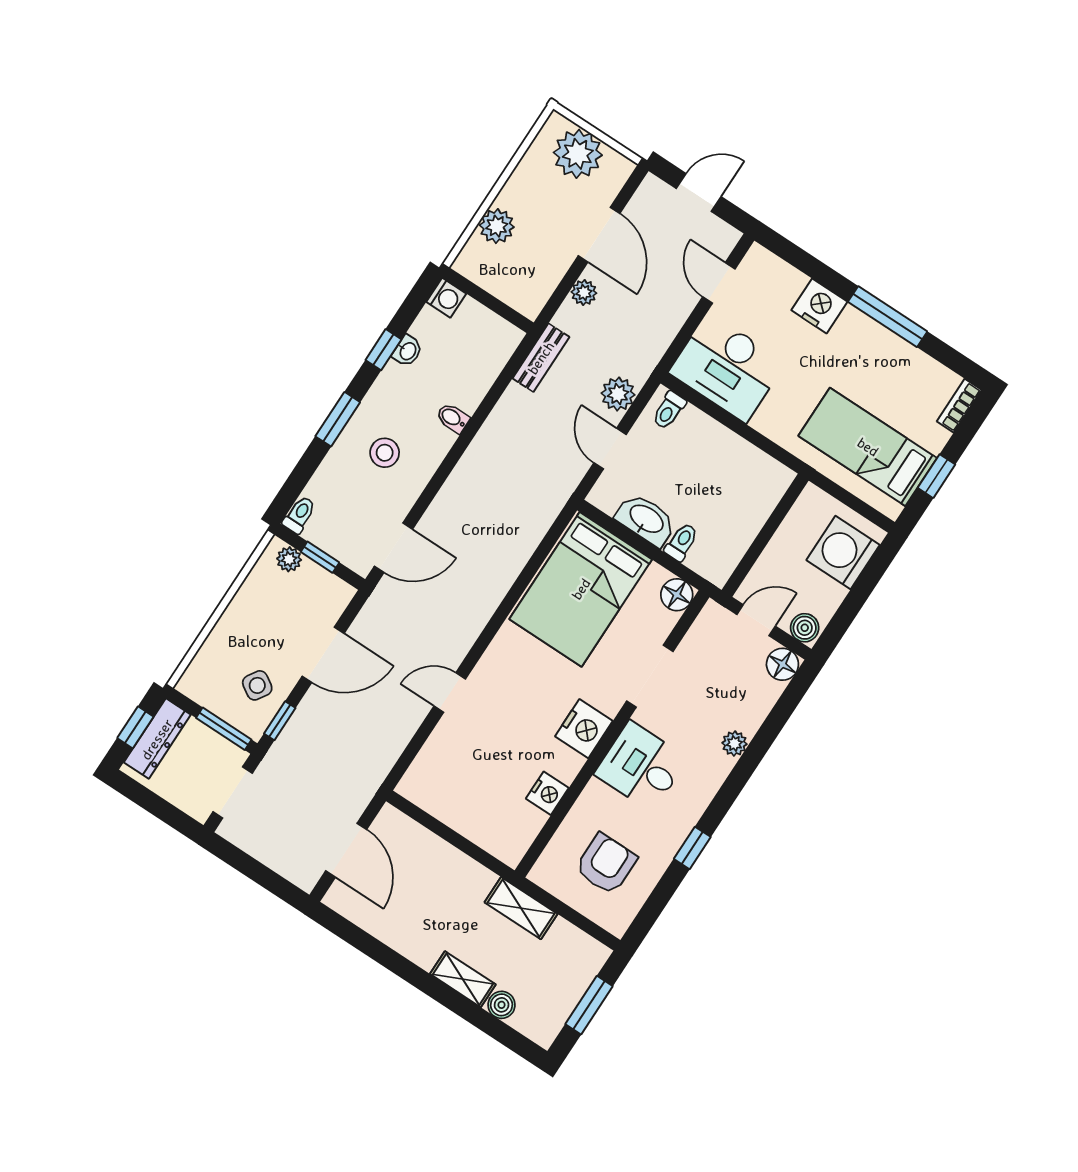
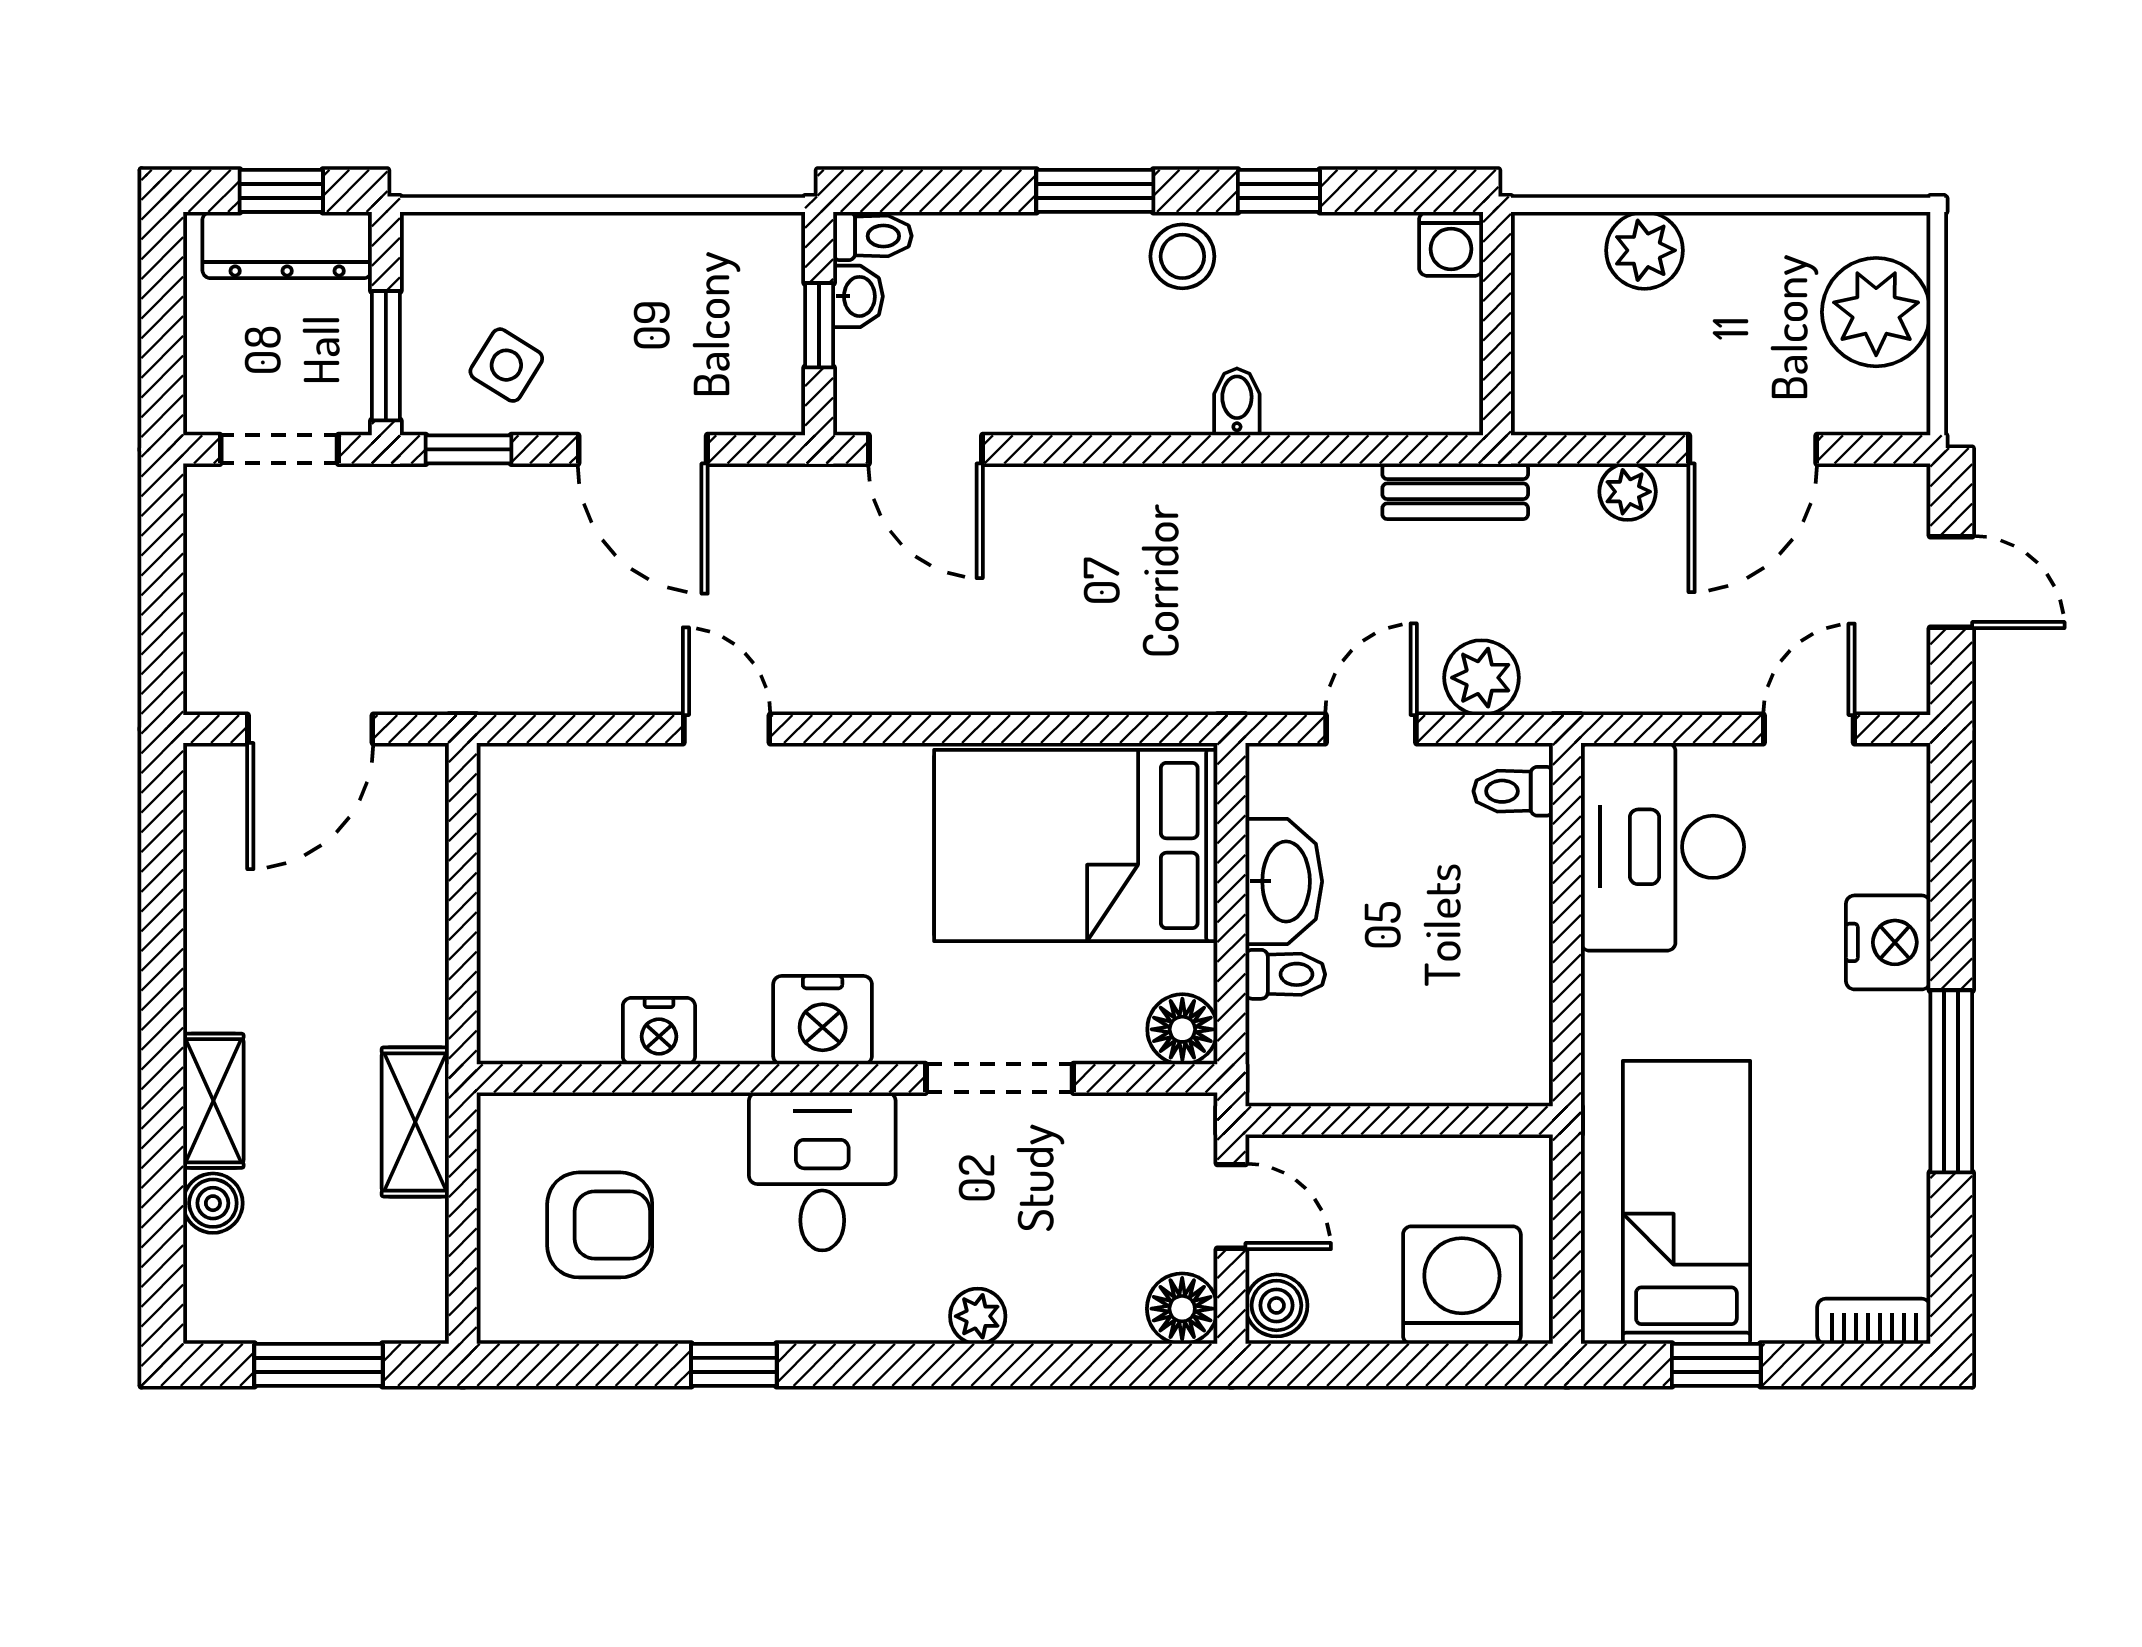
washbasin: (407, 351) -> (858, 296), moved, turned -90
stool: (385, 453) -> (1182, 256), moved
plant: (289, 559) -> (778, 271), removed

